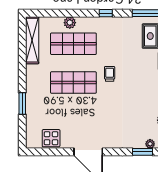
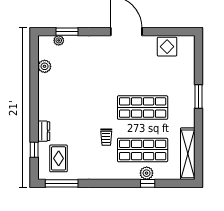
window: (106, 13) -> (148, 183), moved
trolley: (110, 74) -> (106, 137), moved
window: (22, 103) -> (198, 97), moved

